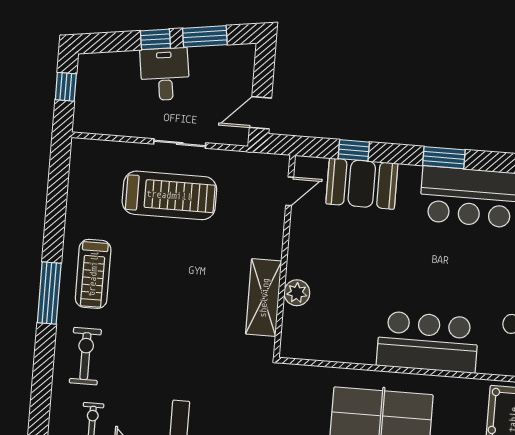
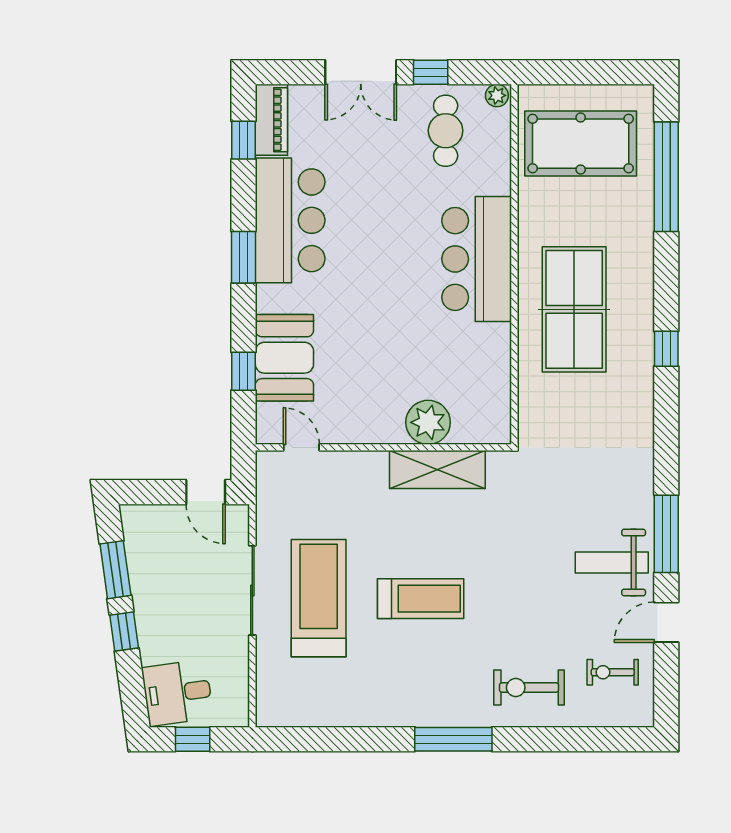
desk: (165, 74) -> (177, 693), moved
sliding door: (180, 143) -> (252, 590), width x1.37
treadmill: (93, 274) -> (421, 599), moved
plant: (297, 293) -> (428, 422), width x1.36, depth x1.36

